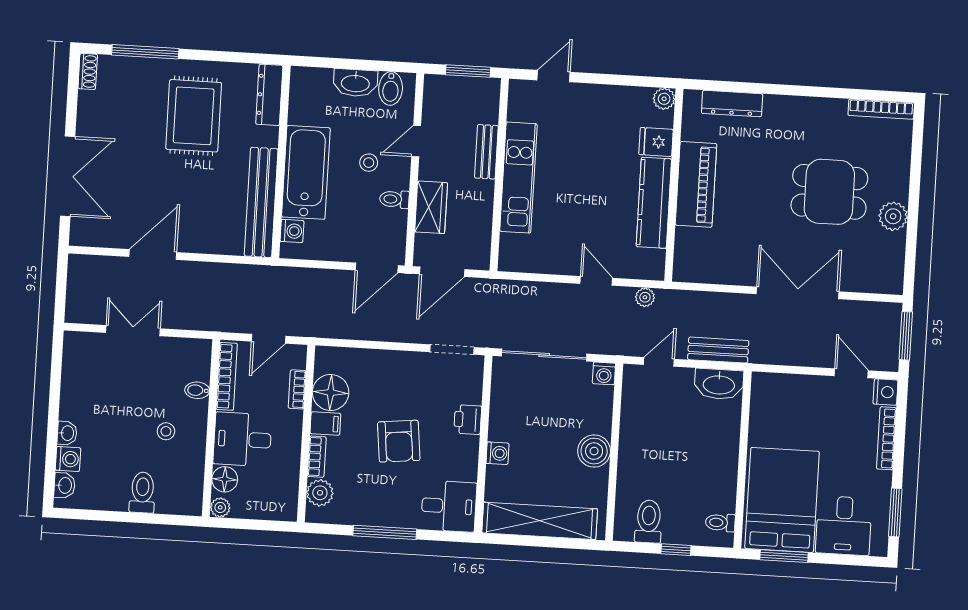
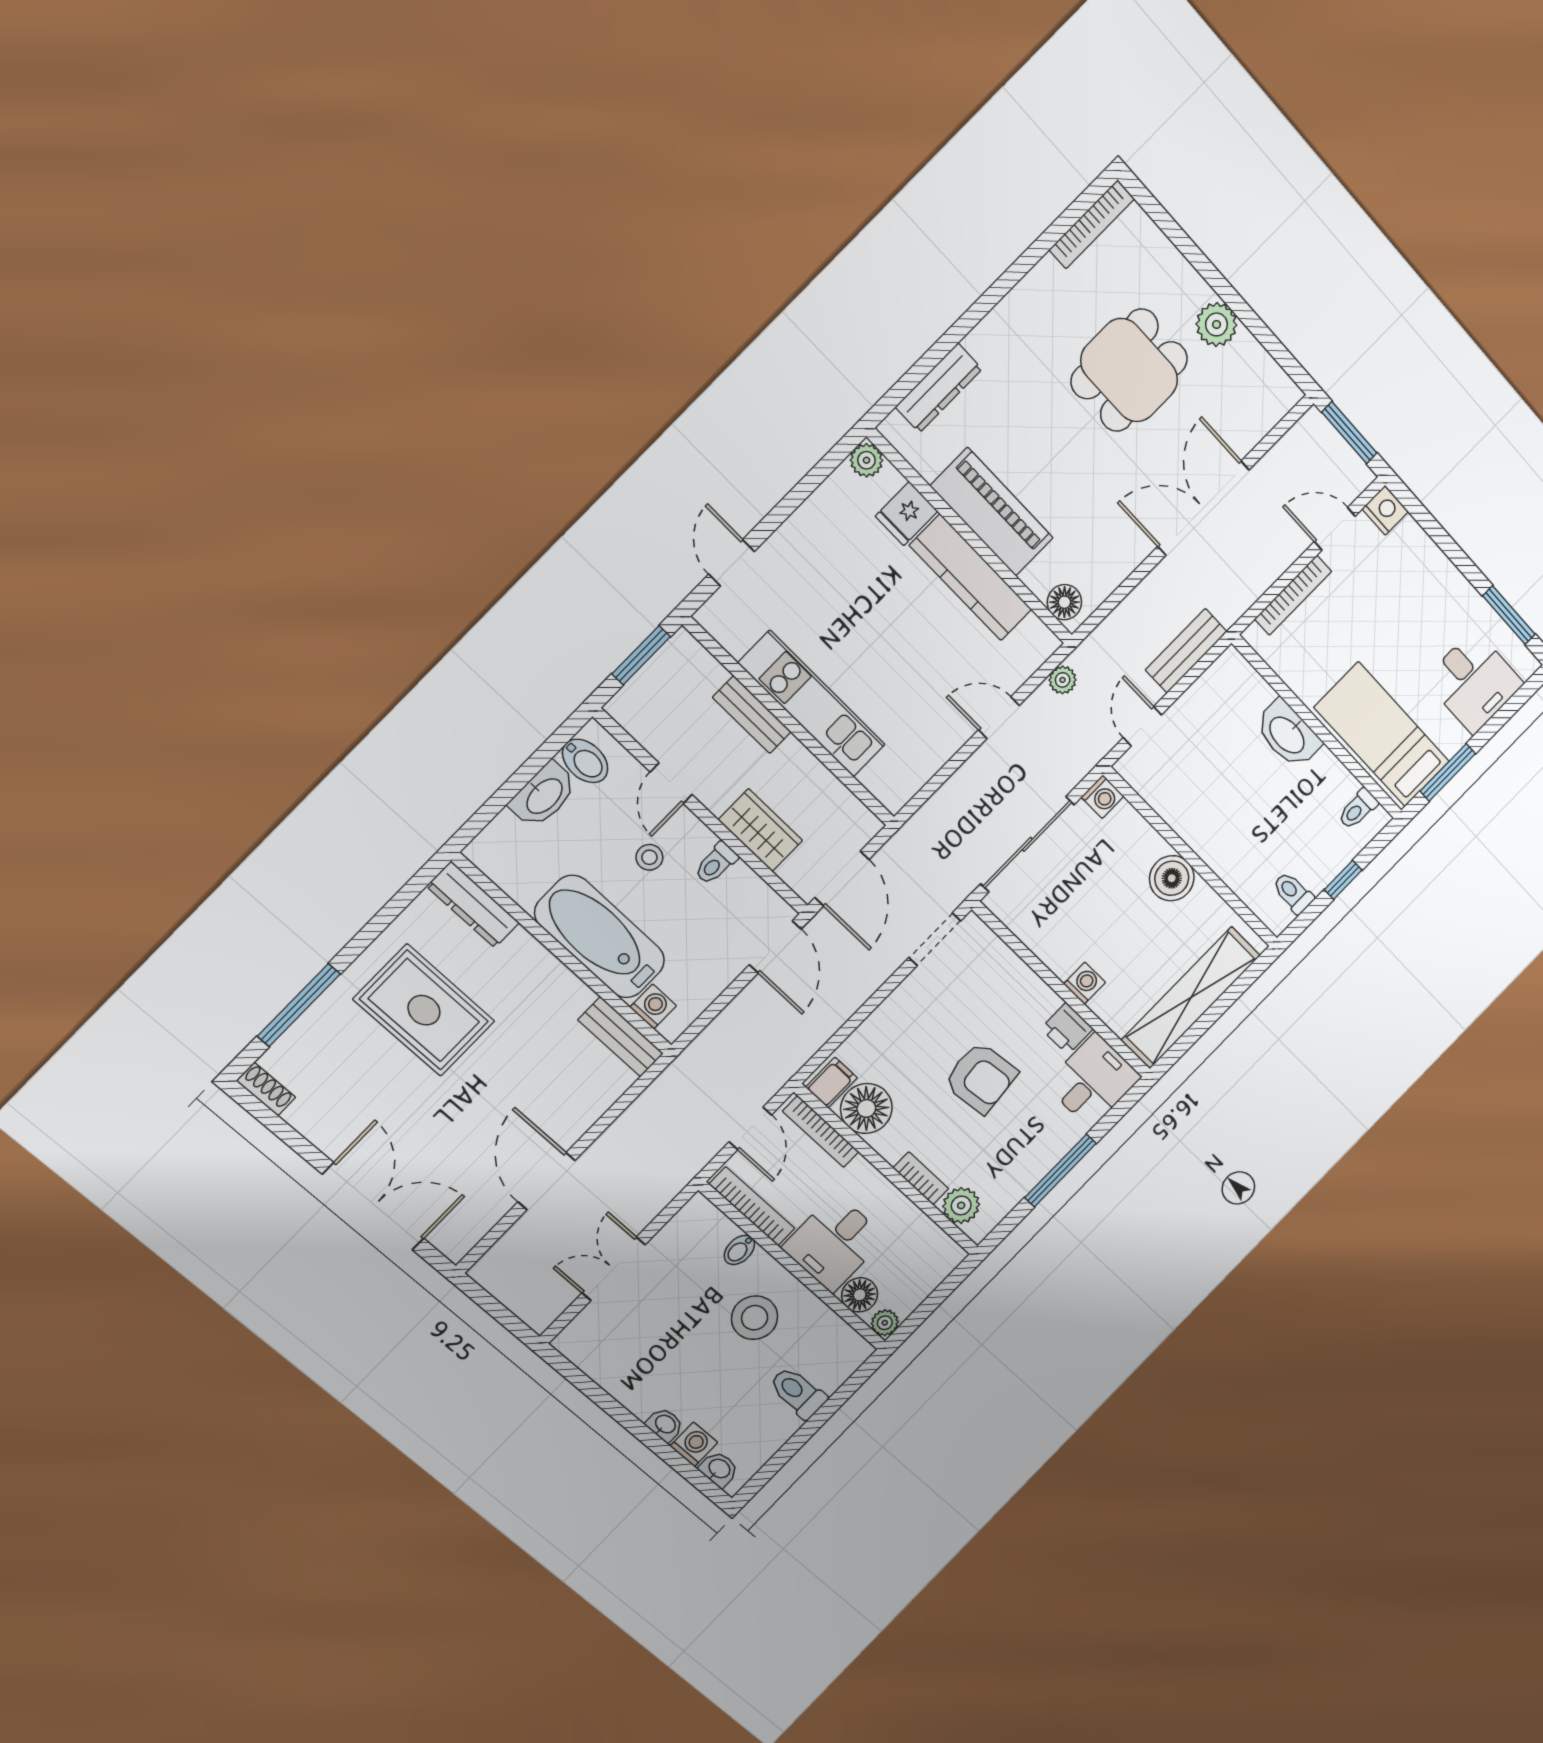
bench: (261, 202) -> (621, 1037), width x0.54, depth x0.82
floor lamp: (685, 263) -> (1064, 602), added
washbasin: (719, 384) -> (1288, 734), moved, turned 90
bookcase: (297, 389) -> (821, 1132), width x1.56
printer: (468, 420) -> (1067, 1029), moved
filing cabinet: (325, 424) -> (831, 1083), moved
stool: (166, 431) -> (755, 1318), width x1.89, depth x1.89
bookcase: (886, 438) -> (1293, 595), moved, turned -90
bed: (782, 500) -> (1382, 735), width x0.67
toilet: (649, 521) -> (1293, 893), width x0.73, depth x0.72

